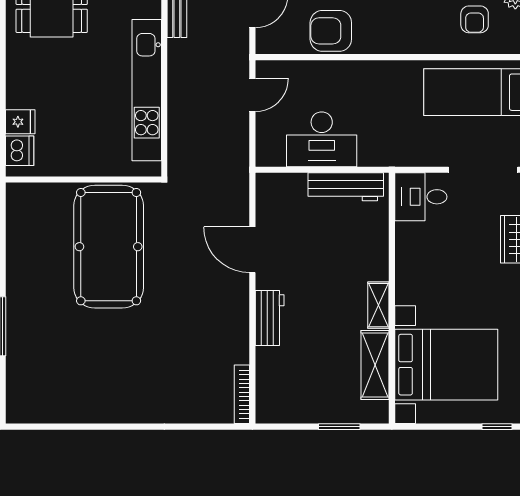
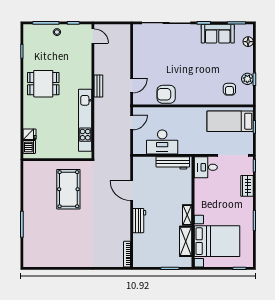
pool table: (109, 247) -> (68, 189), width x0.73, depth x0.76

